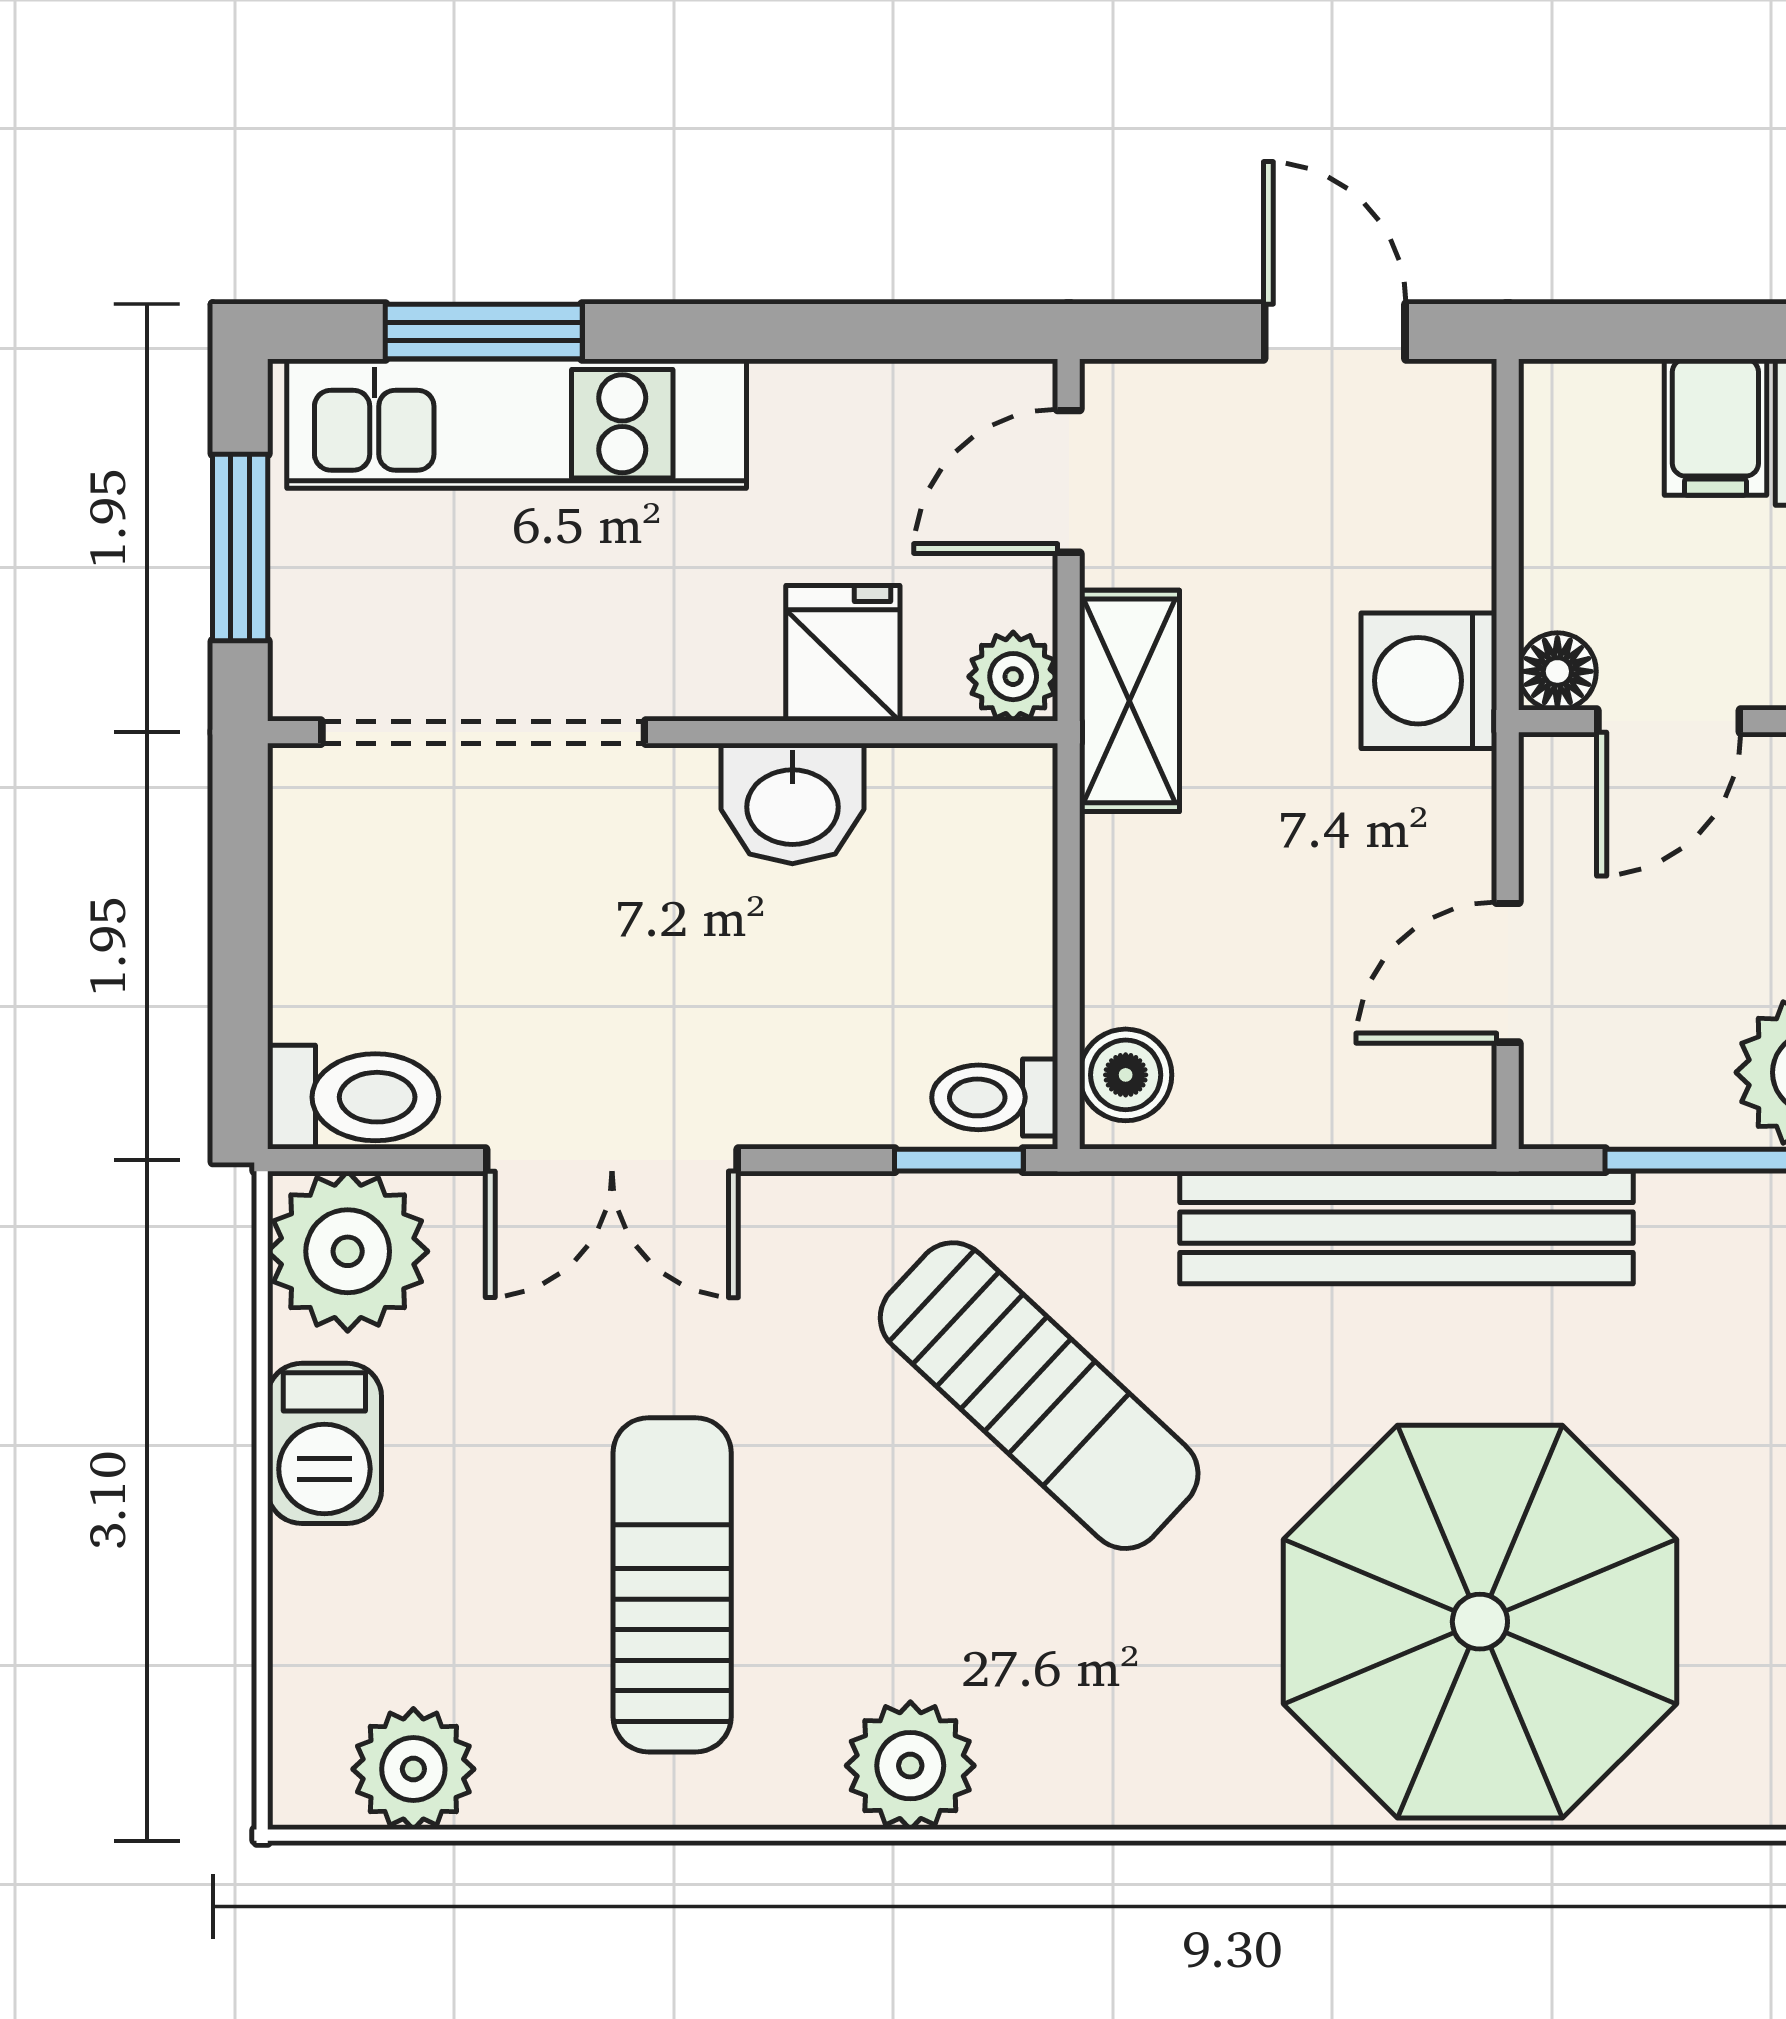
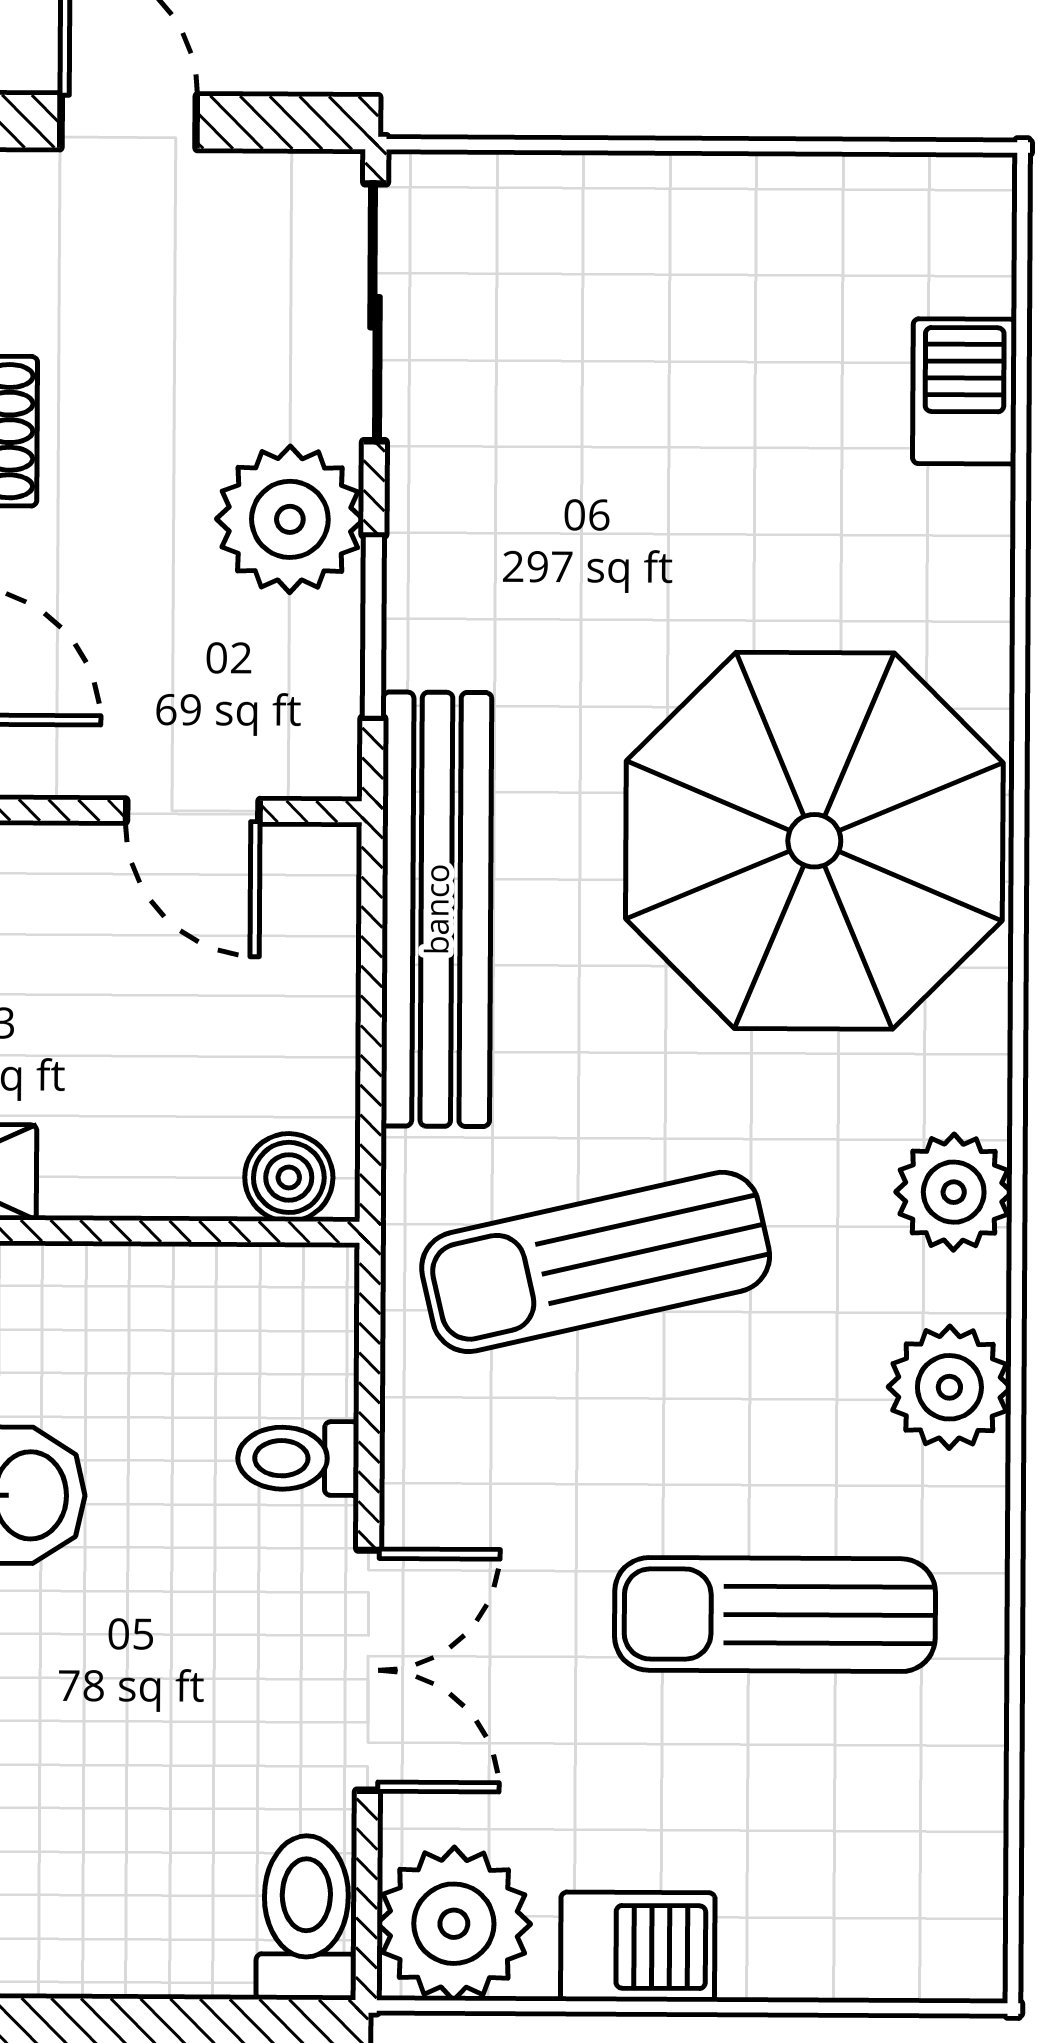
toilet: (995, 1097) -> (298, 1458), moved, turned 90
window: (959, 1160) -> (370, 1338), removed
sun lounger: (1039, 1396) -> (596, 1262), turned -146
plant: (413, 1769) -> (954, 1192), moved

